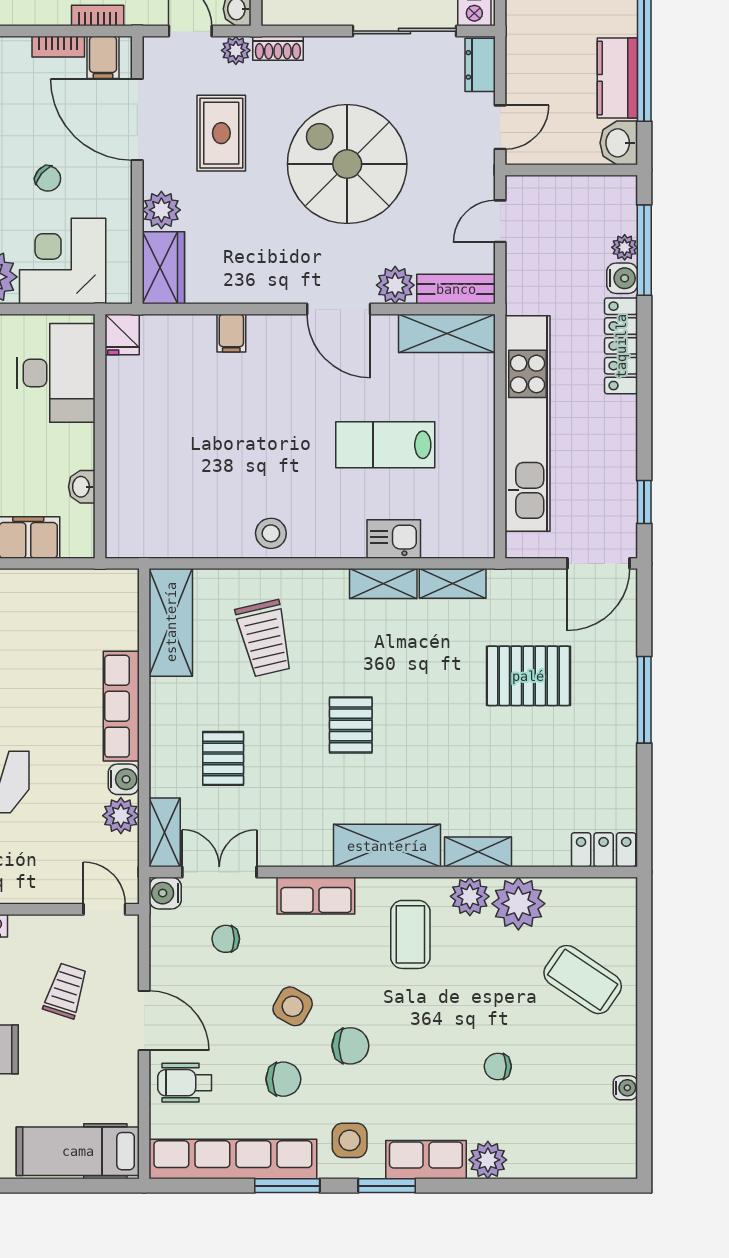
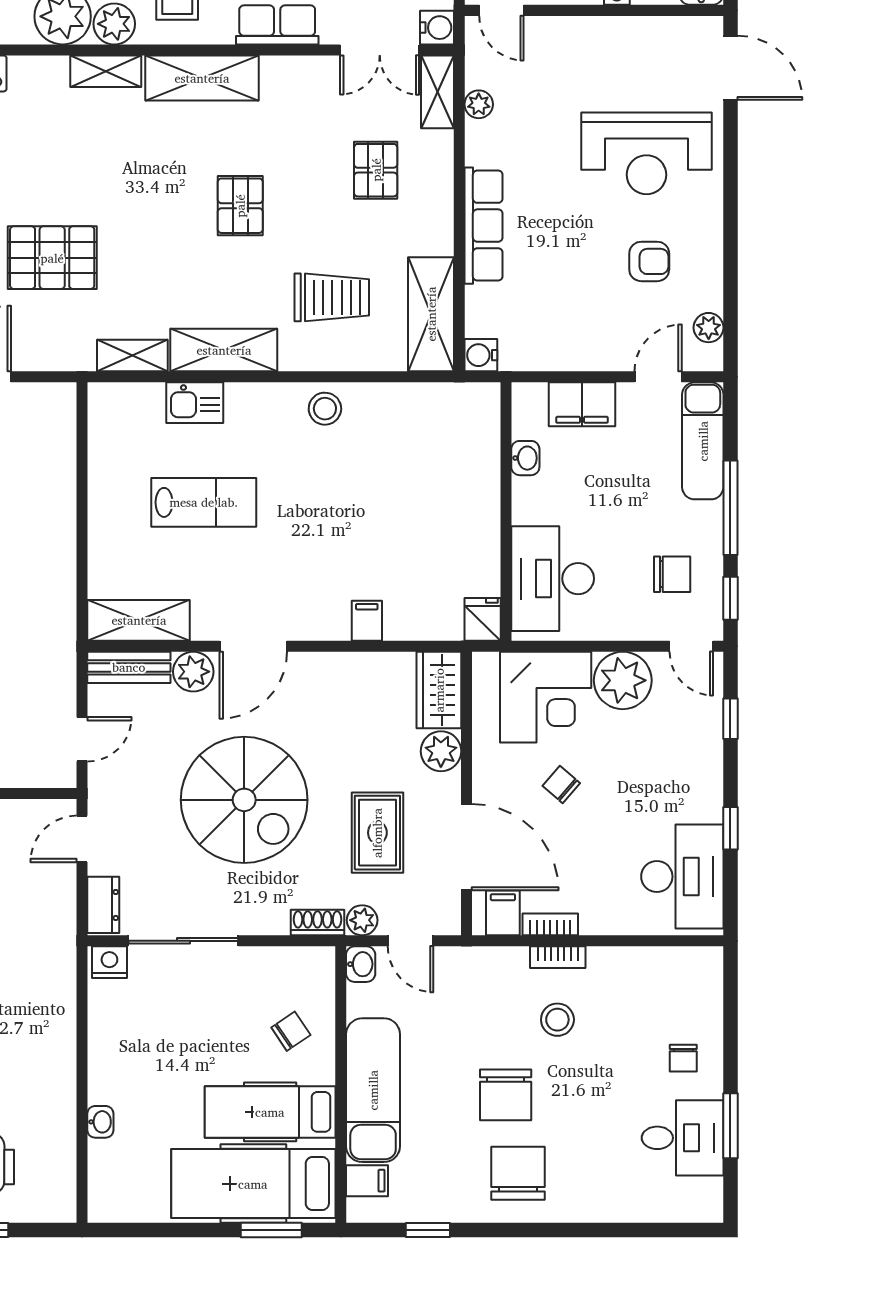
bookcase: (98, 16) -> (558, 957), moved
door: (339, 309) -> (253, 646), swing flipped
kitchen unit: (528, 424) -> (53, 525), removed
shelving: (383, 584) -> (224, 350), width x1.50, depth x1.33
trolley: (264, 638) -> (332, 297), turned 103
water cooler: (124, 779) -> (481, 355), moved
plant: (121, 816) -> (479, 104), width x0.73, depth x0.73

